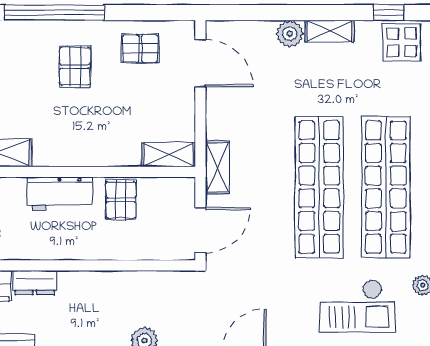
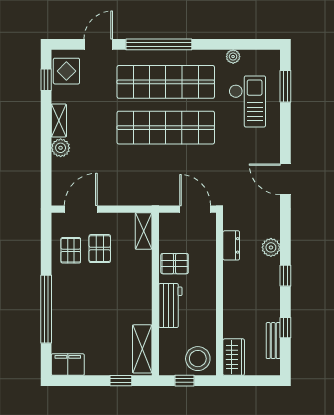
pallet: (75, 66) -> (100, 249), moved, turned 90
shelving: (217, 167) -> (152, 197), removed
dresser: (35, 283) -> (231, 245), moved

